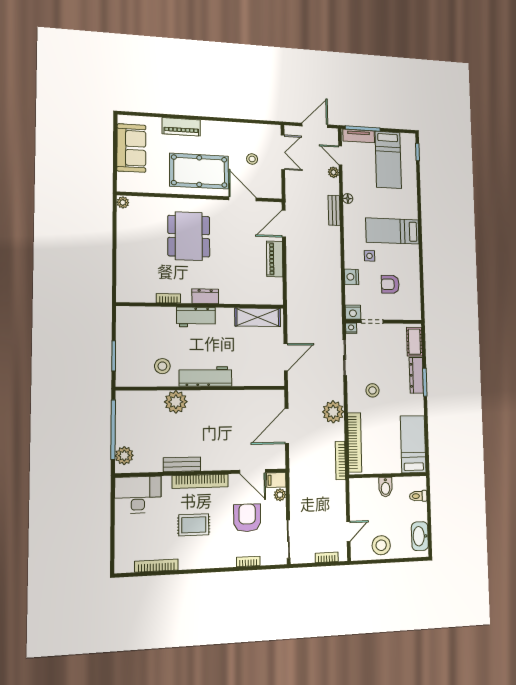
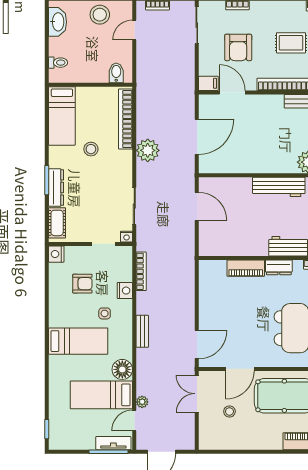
double door: (283, 152) -> (197, 394), moved
door: (340, 156) -> (134, 420), swing flipped
bed: (388, 160) -> (101, 395), moved, turned -90
door: (243, 199) -> (240, 369), hinge flipped
floor lamp: (348, 199) -> (122, 369), width x1.89, depth x1.89
bench: (334, 210) -> (142, 331), moved
piano: (275, 259) -> (246, 268), moved, turned 90
nightstand: (353, 312) -> (56, 254), moved, turned -90
shelving: (258, 317) -> (225, 247), removed
door: (286, 357) -> (197, 206), swing flipped
stool: (373, 390) -> (91, 149), moved
bookcase: (340, 460) -> (141, 271), moved
bidet: (385, 487) -> (116, 73), moved
plant: (280, 495) -> (205, 69), removed

